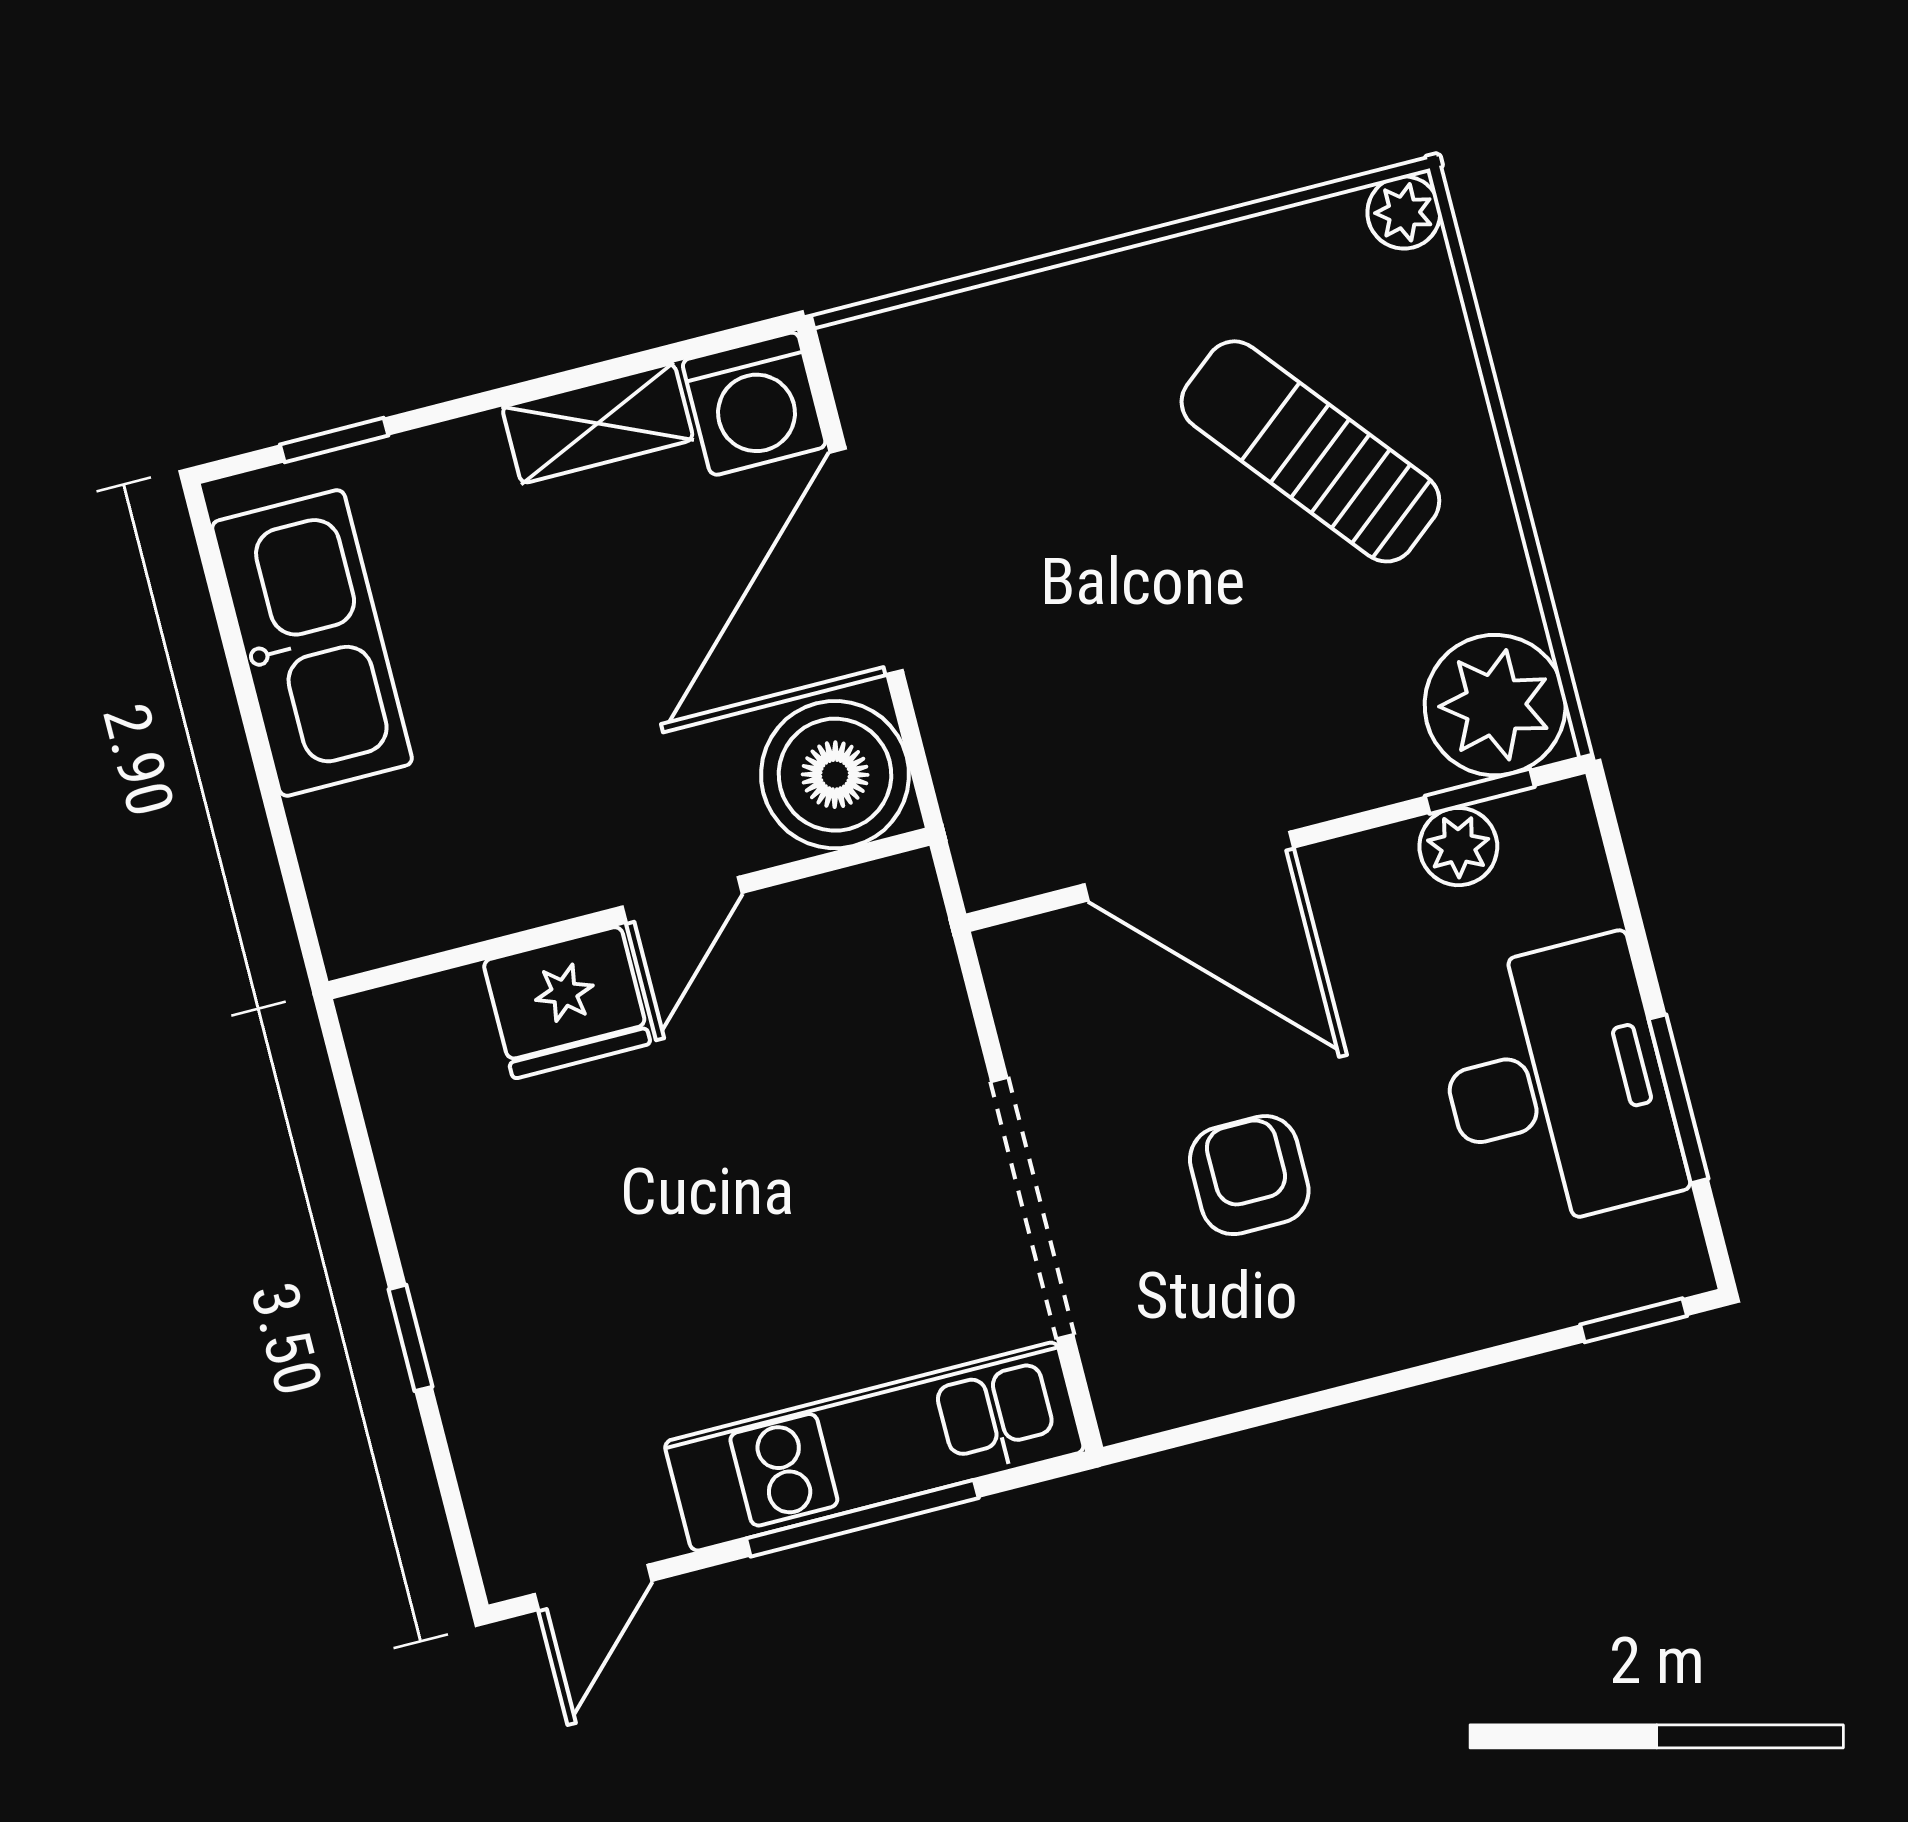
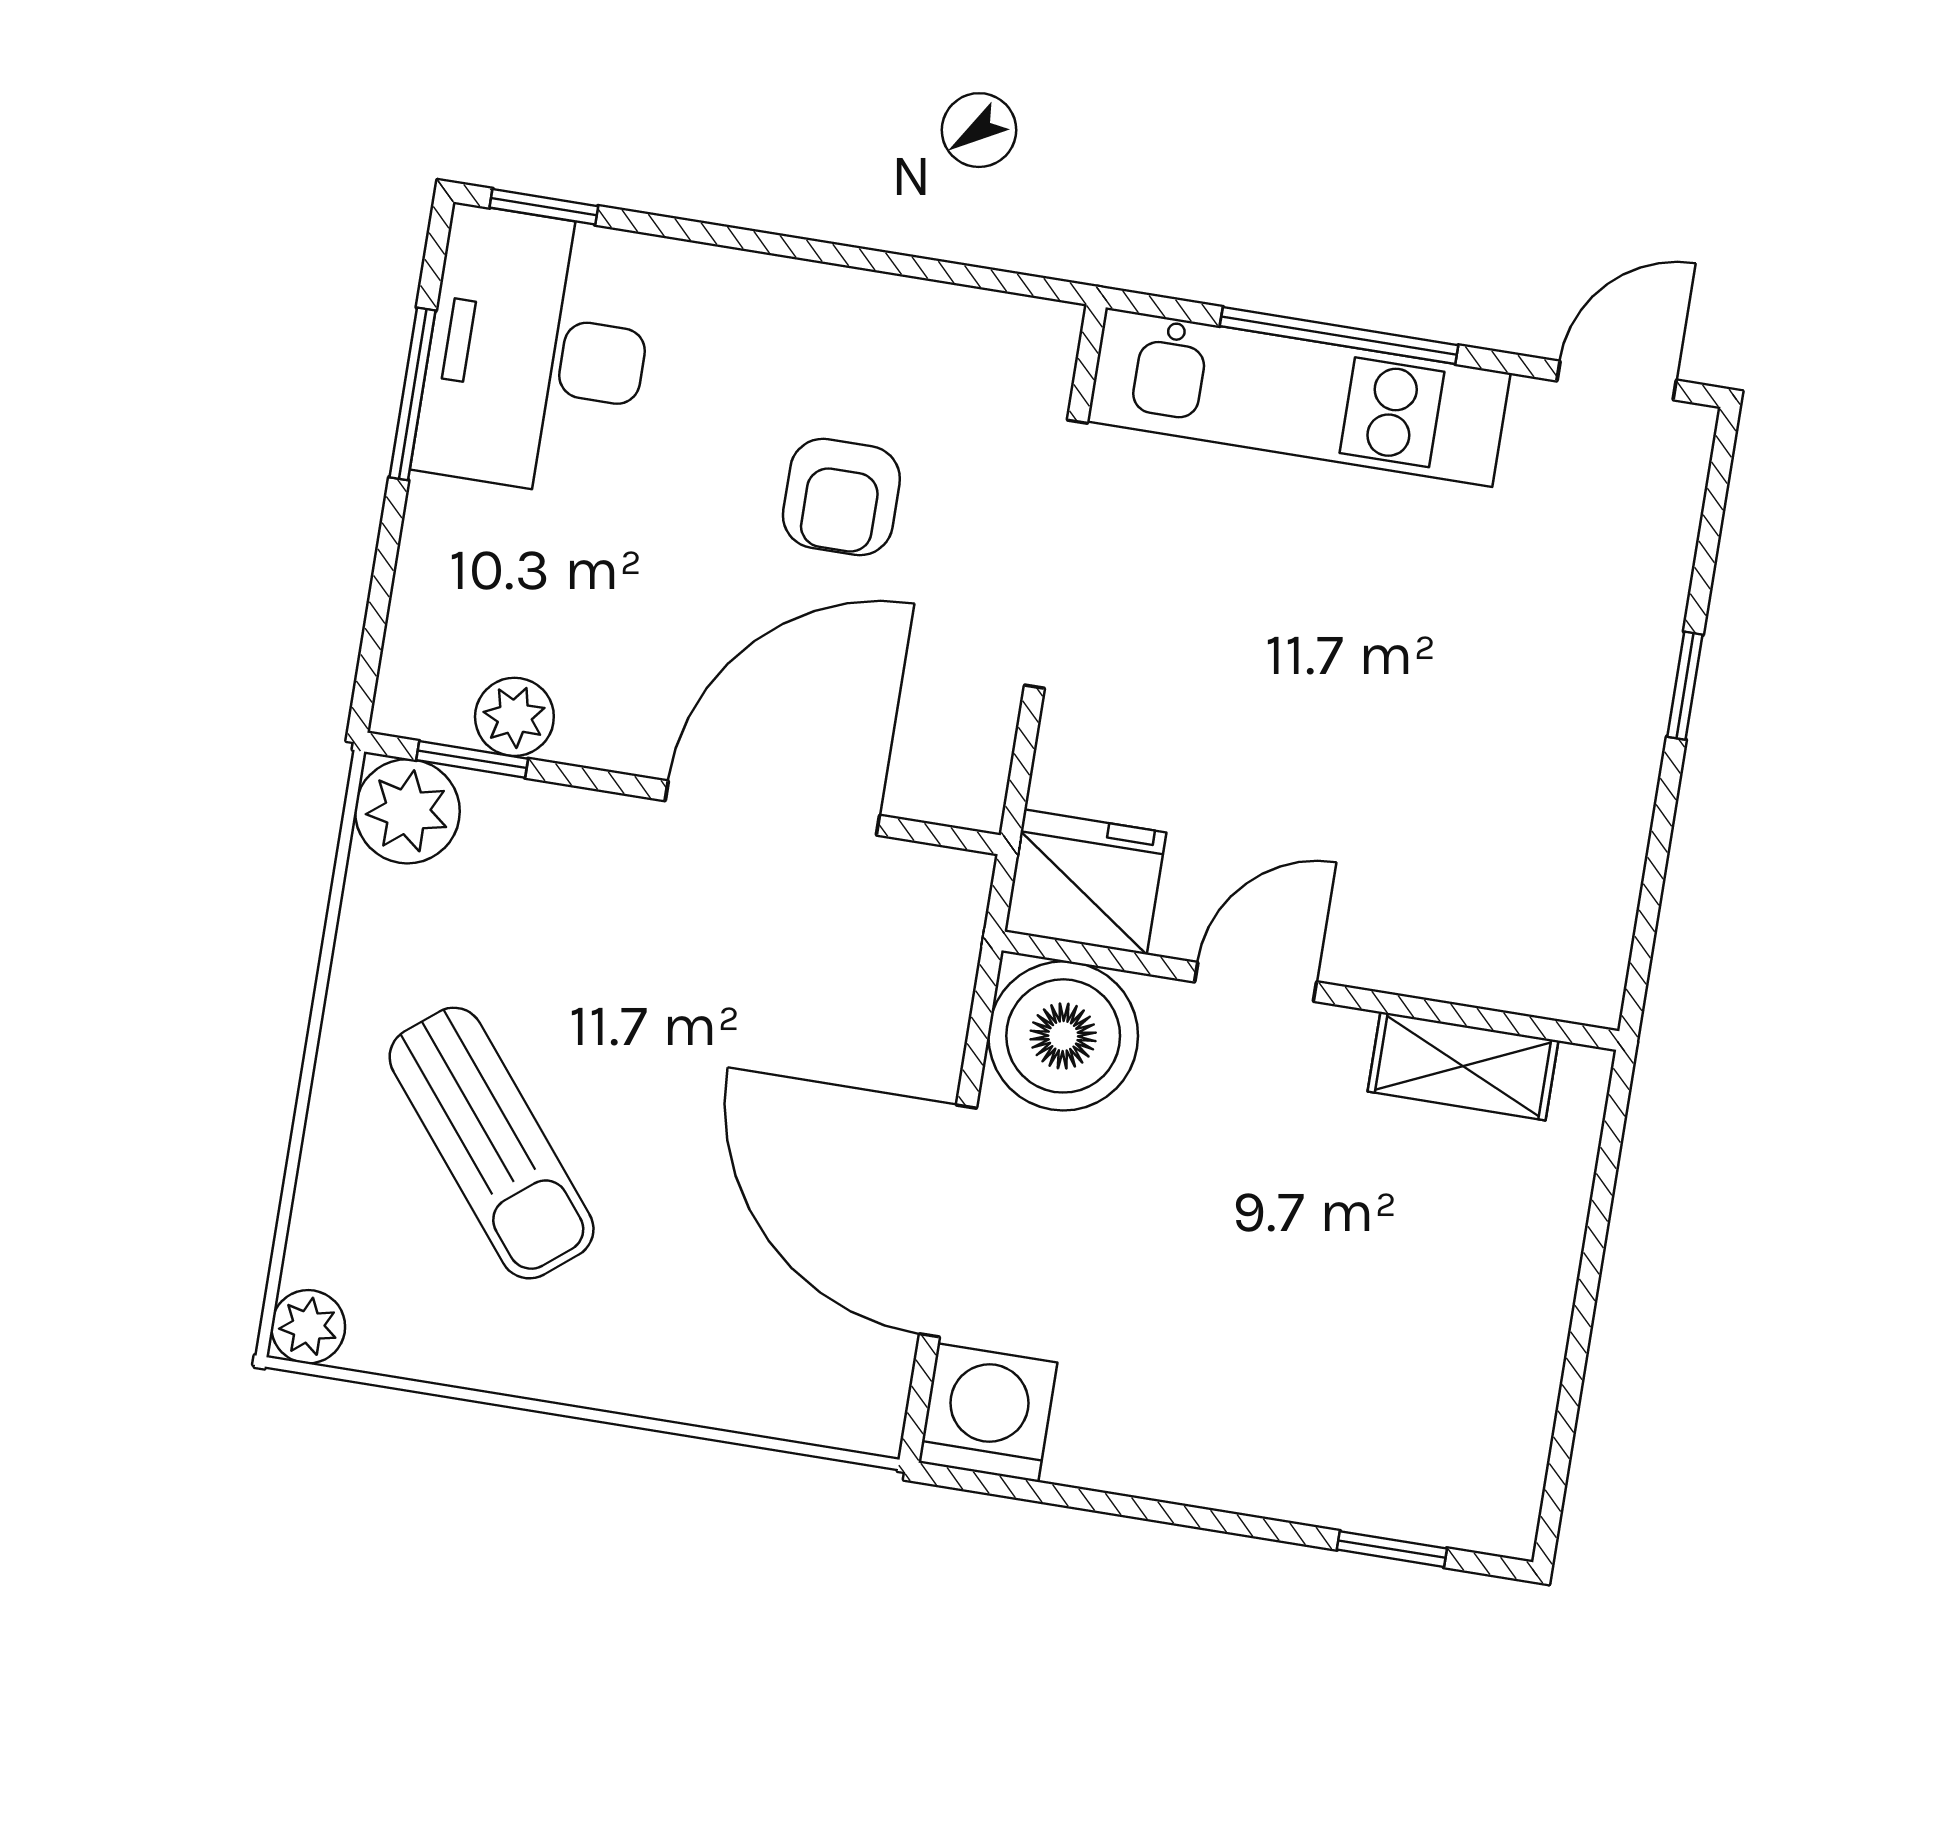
shelving: (598, 423) -> (1463, 1066), moved
door: (866, 561) -> (948, 1221), swing flipped
kitchen sink: (312, 643) -> (1495, 1370), removed
plant: (1495, 705) -> (407, 811), width x0.73, depth x0.73
door: (1189, 866) -> (772, 808), hinge flipped
fridge: (567, 1002) -> (1085, 882), moved
desk: (1556, 1085) -> (537, 353), moved

